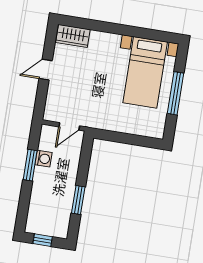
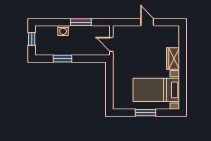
wardrobe: (73, 36) -> (173, 58), moved
window: (176, 93) -> (145, 113), width x0.69
washing machine: (44, 159) -> (63, 30), moved

